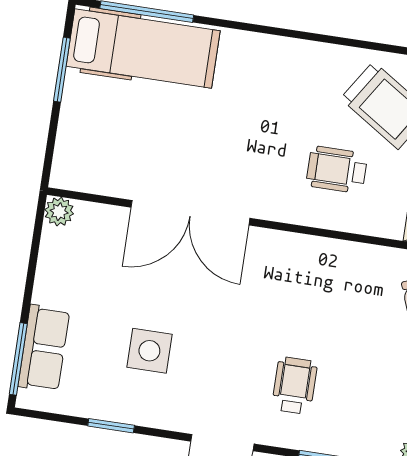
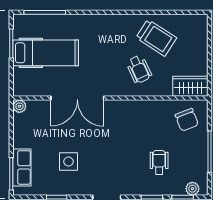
hospital bed: (143, 49) -> (46, 53), moved
wheelchair: (337, 170) -> (139, 69), turned -115
wheelchair: (294, 386) -> (159, 162), moved

